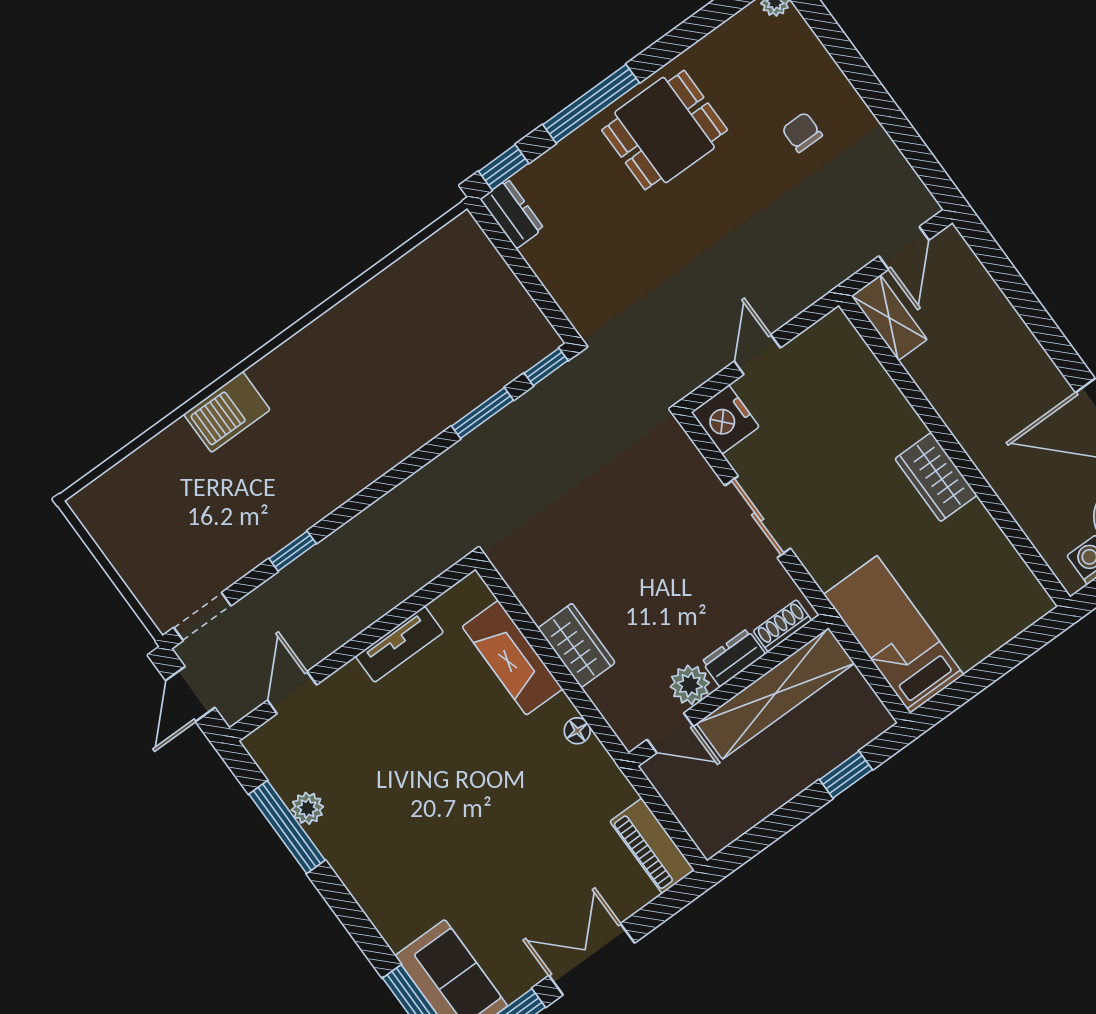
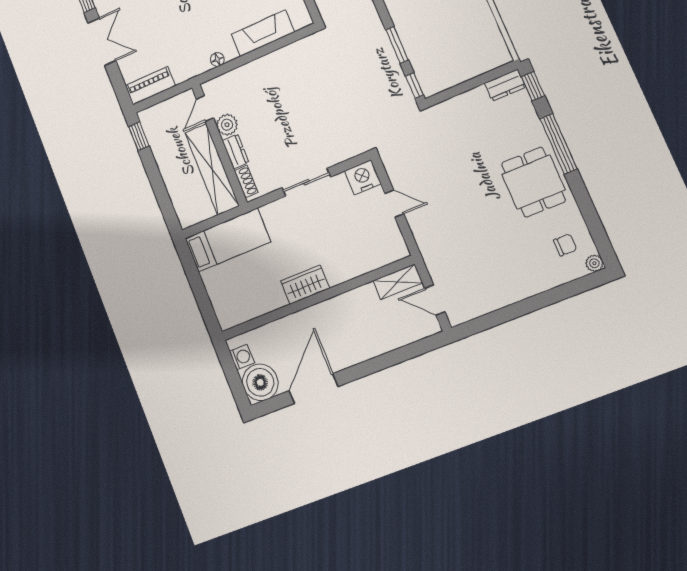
chair: (802, 132) -> (565, 245), moved
wardrobe: (577, 645) -> (261, 69), removed
window: (846, 775) -> (139, 136), moved

